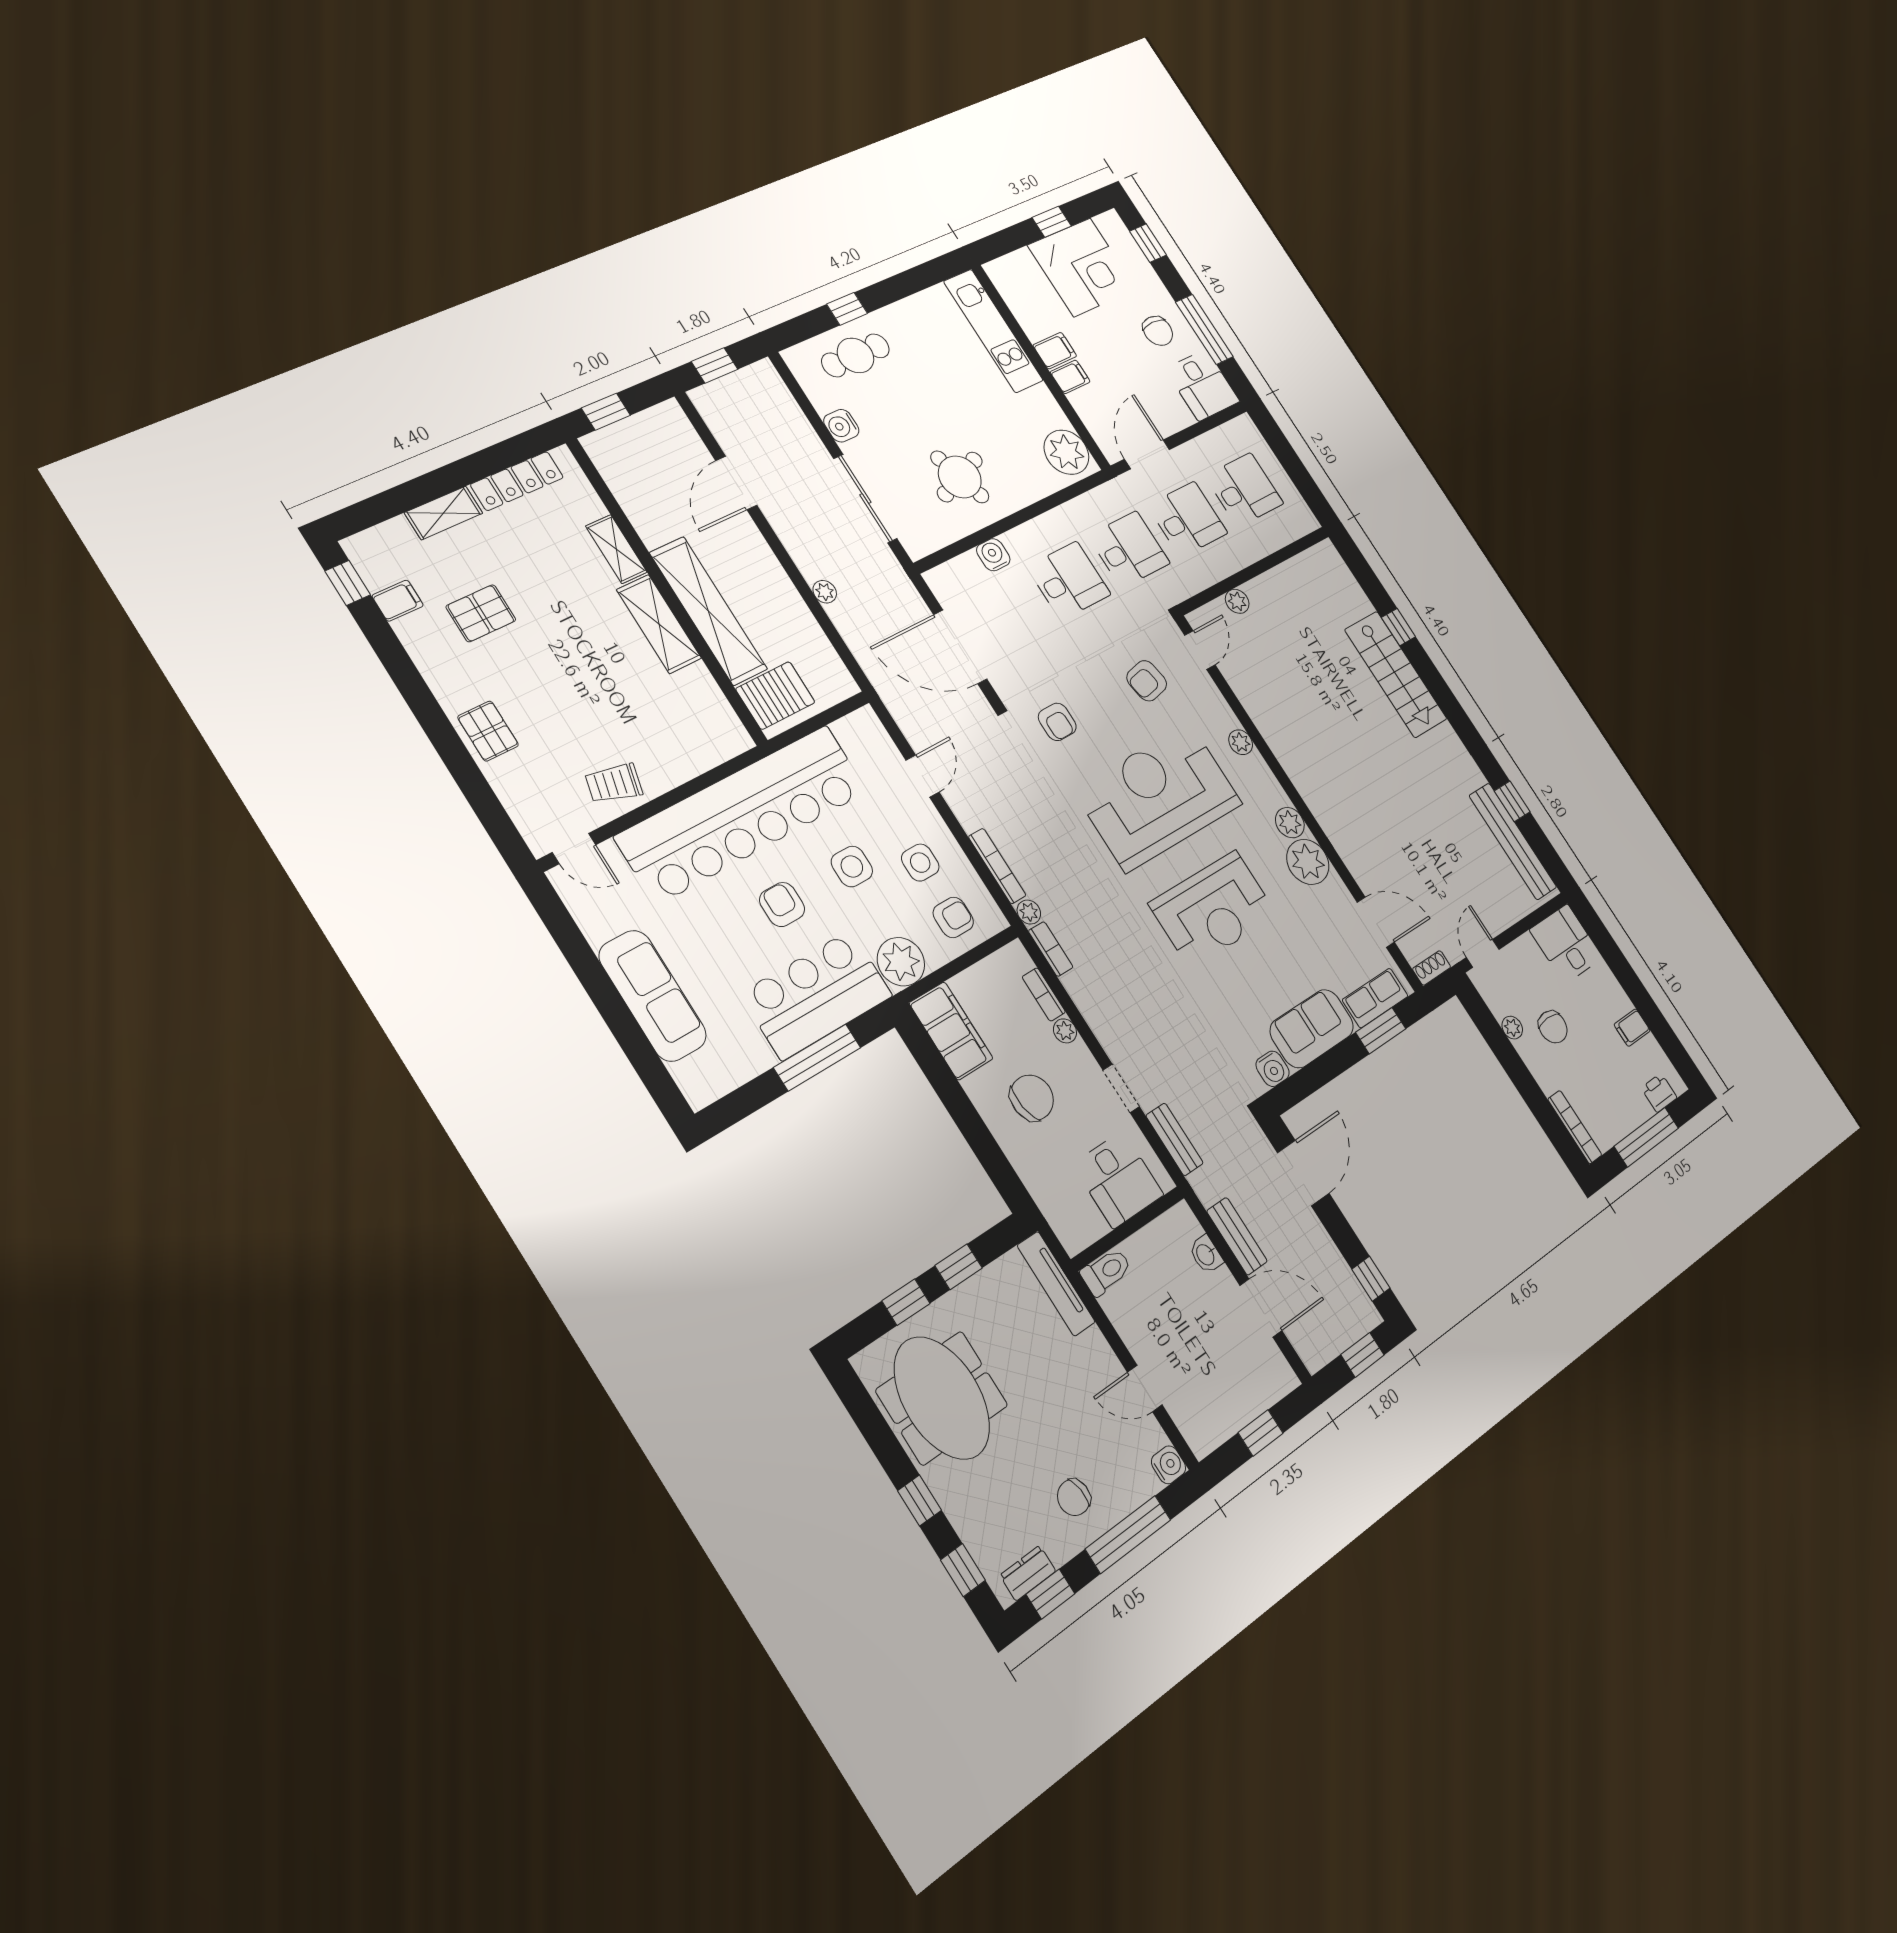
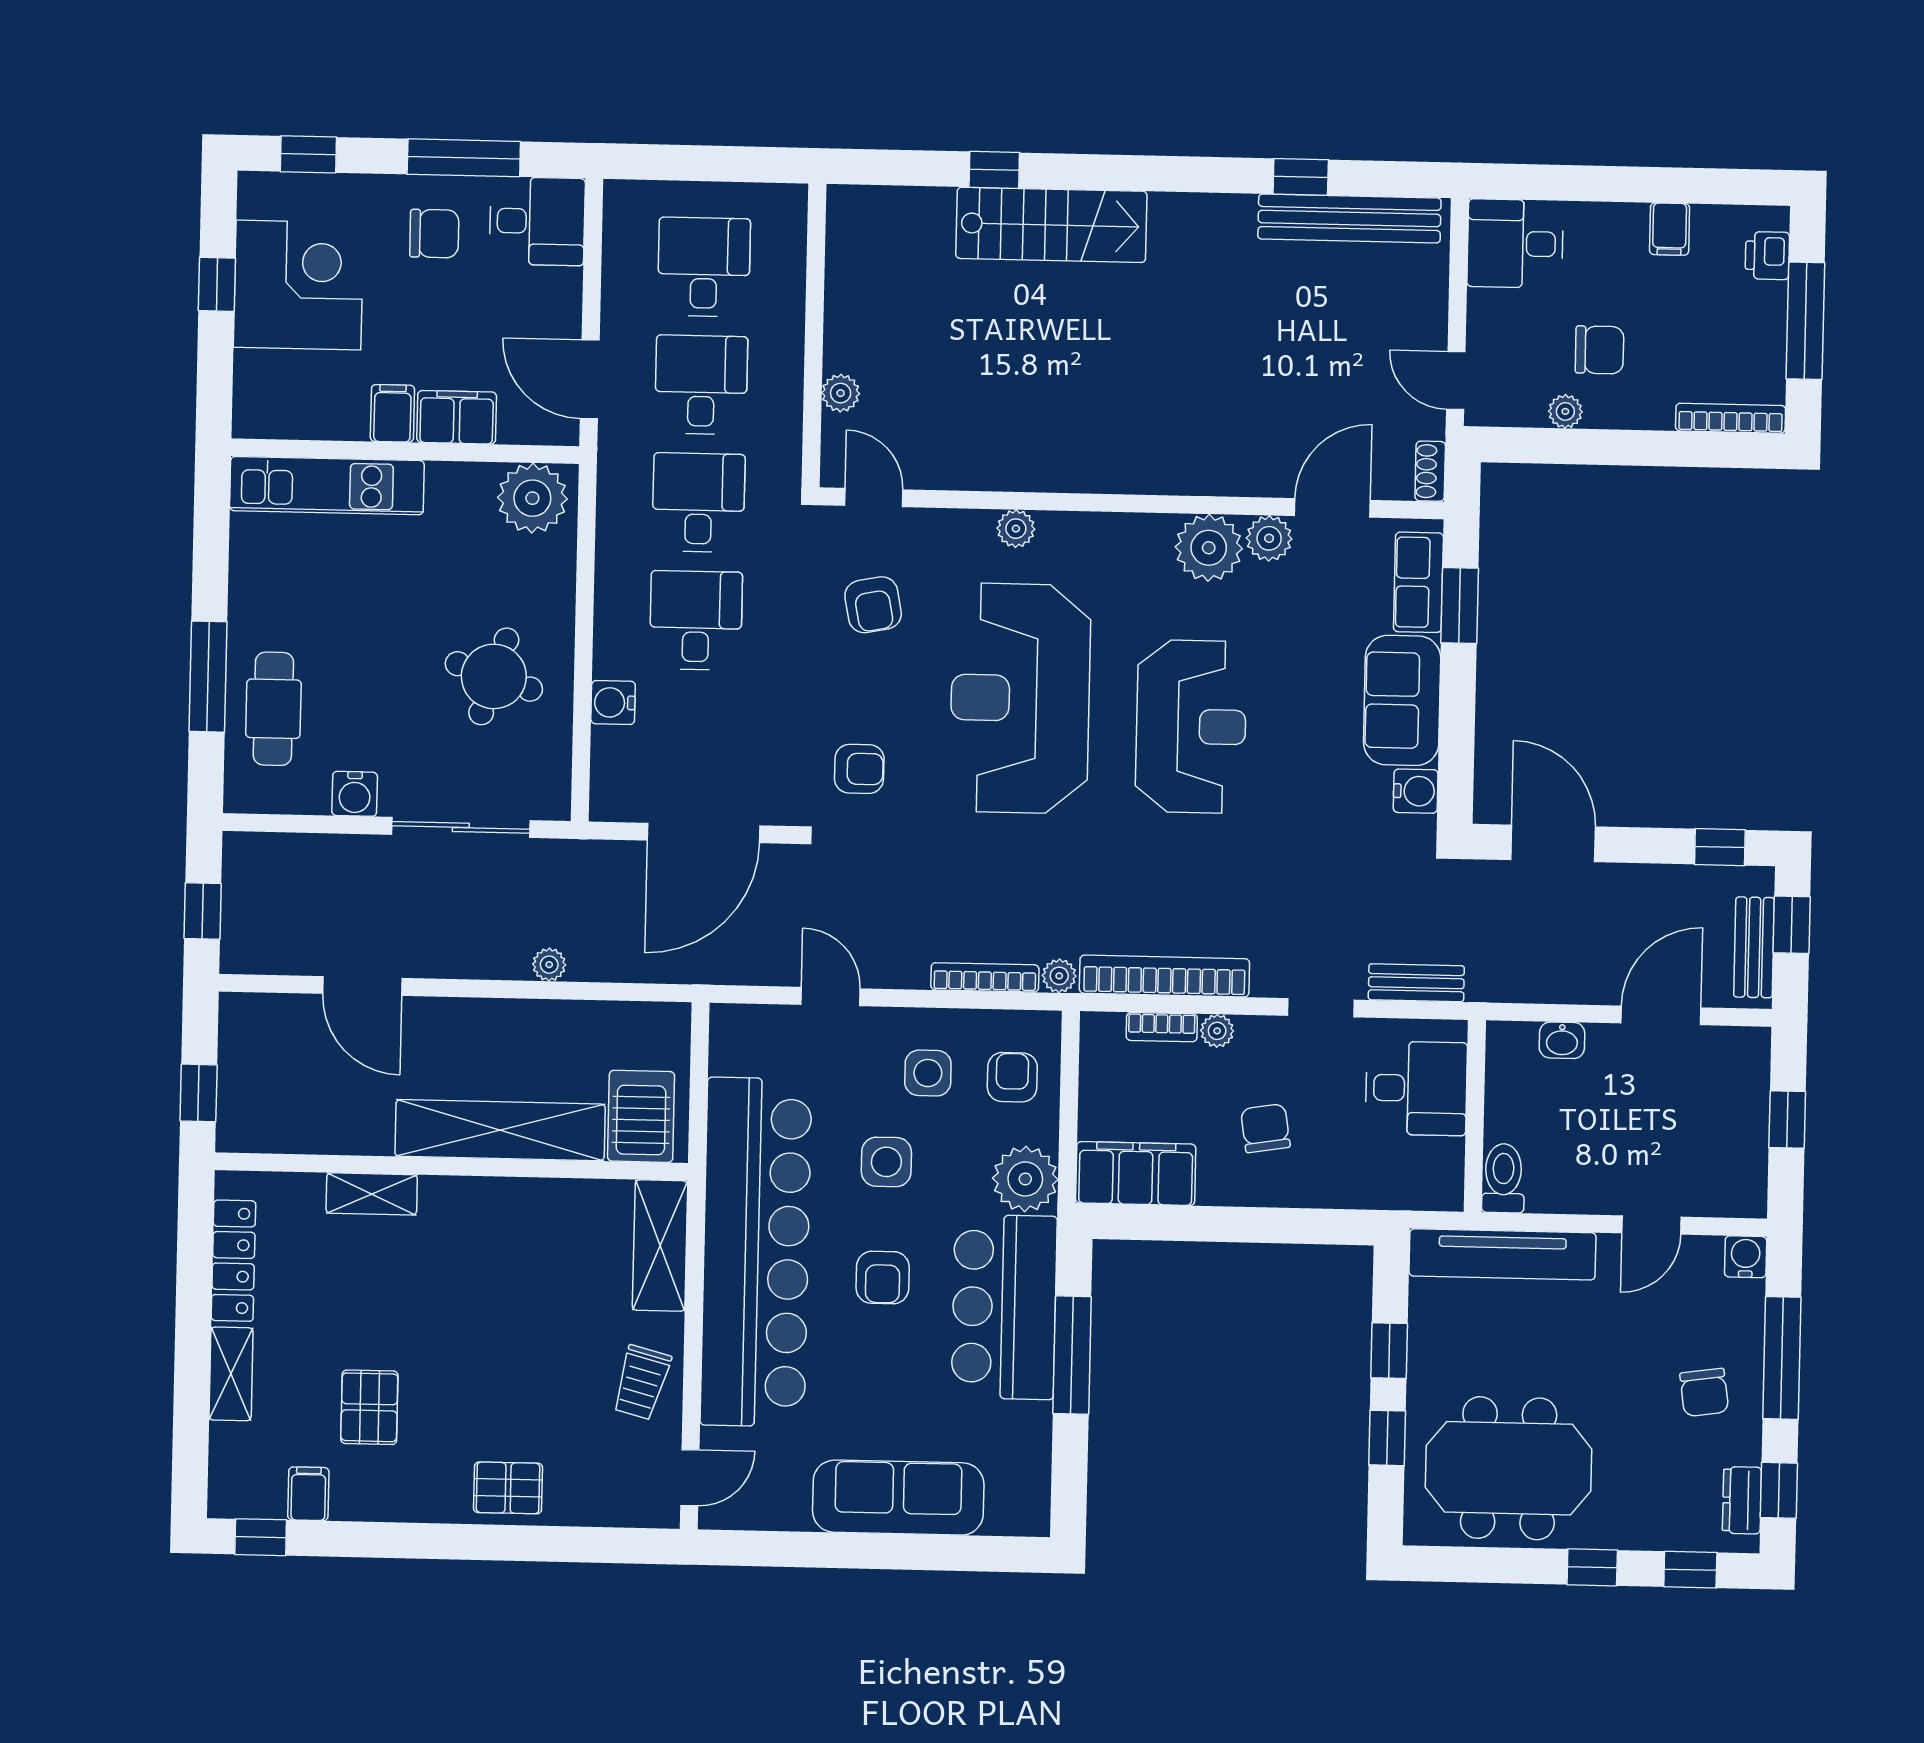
window: (847, 309) -> (208, 677), width x2.17
filing cabinet: (1070, 377) -> (457, 417), width x2.00
round table: (960, 477) -> (494, 676), turned 38
shelving: (659, 624) -> (660, 1246), moved, turned 90
plant: (1290, 823) -> (1269, 538), moved
armchair: (782, 904) -> (883, 1277), turned -90
bookcase: (1051, 949) -> (1164, 976), width x2.31, depth x1.31
chair: (1032, 1098) -> (1265, 1128), width x0.73, depth x0.73
bench: (1237, 1236) -> (1754, 947), moved, turned 90
tv unit: (1056, 1284) -> (1502, 1254), width x1.36, depth x1.29

